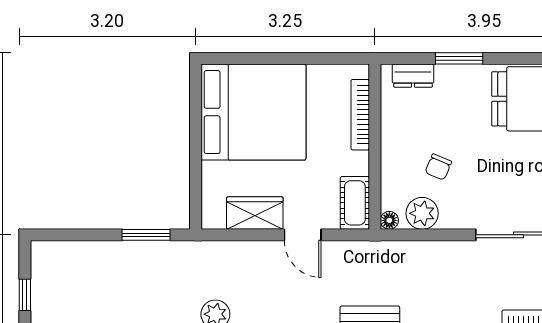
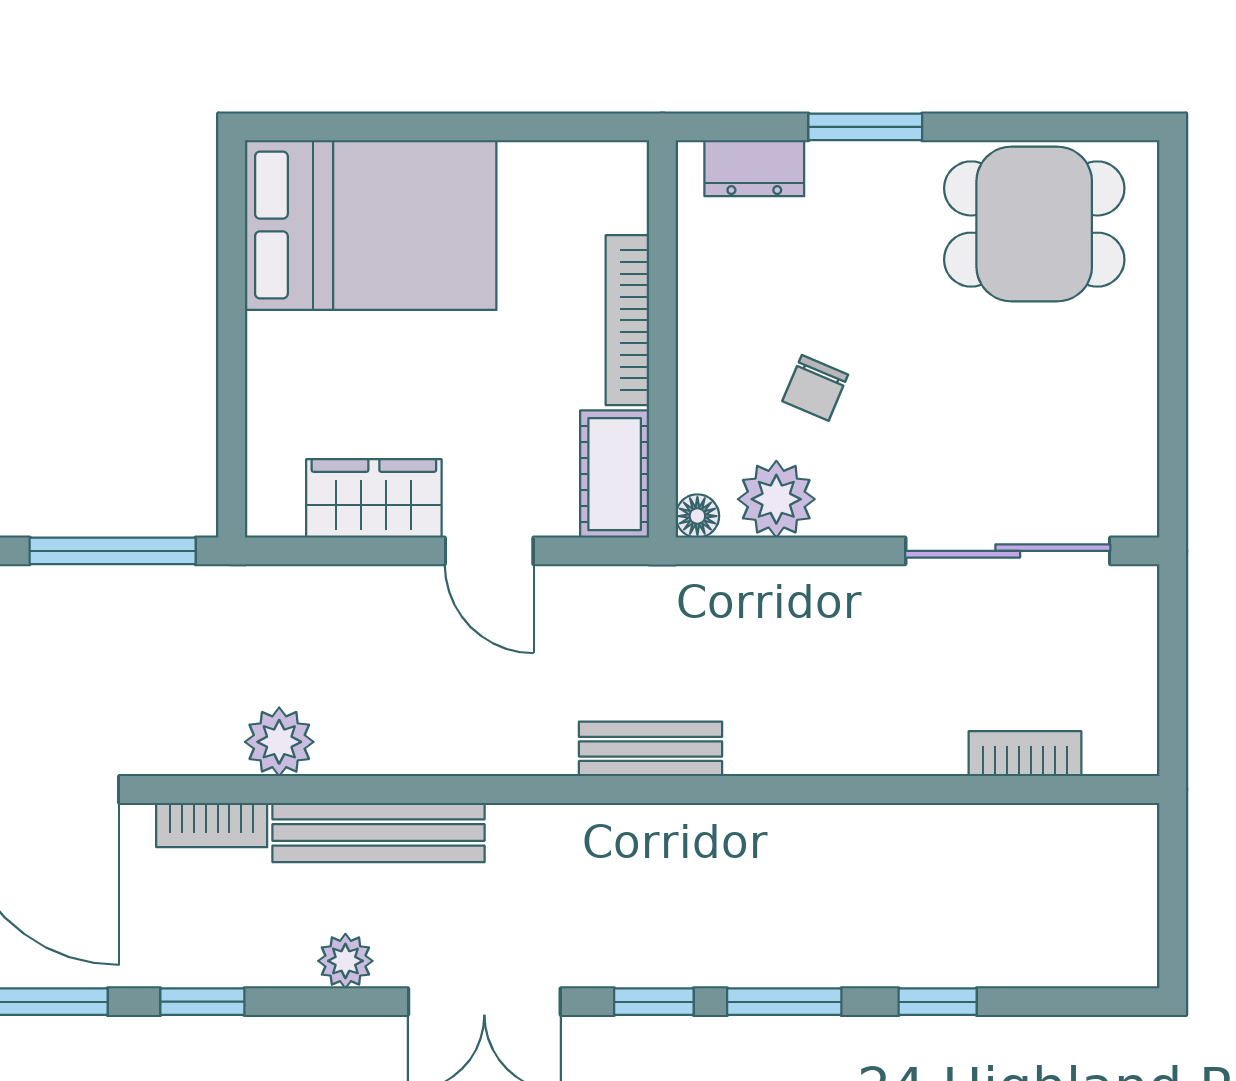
bed: (253, 112) -> (371, 225), width x0.73
bookcase: (360, 115) -> (627, 320), moved
window: (146, 235) -> (113, 551), width x1.44

